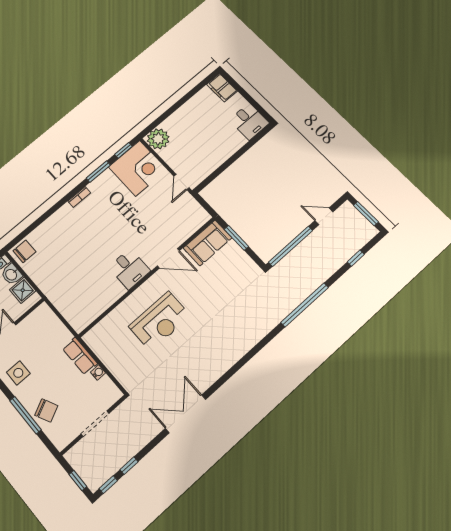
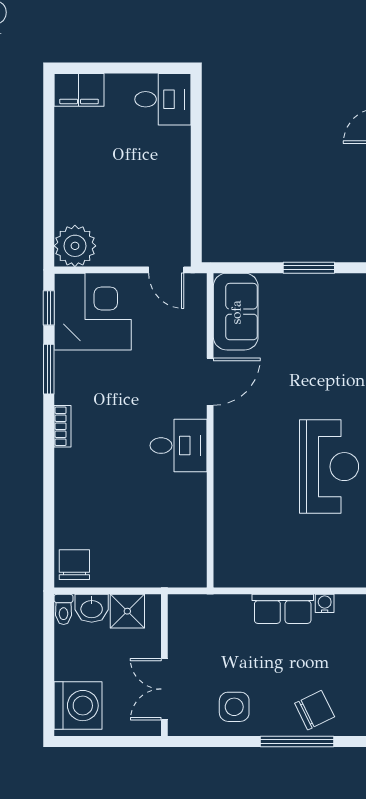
sofa: (208, 243) -> (236, 312), moved
door: (168, 258) -> (210, 382), moved
desk: (129, 269) -> (179, 446), moved
wall: (148, 276) -> (210, 430), moved

